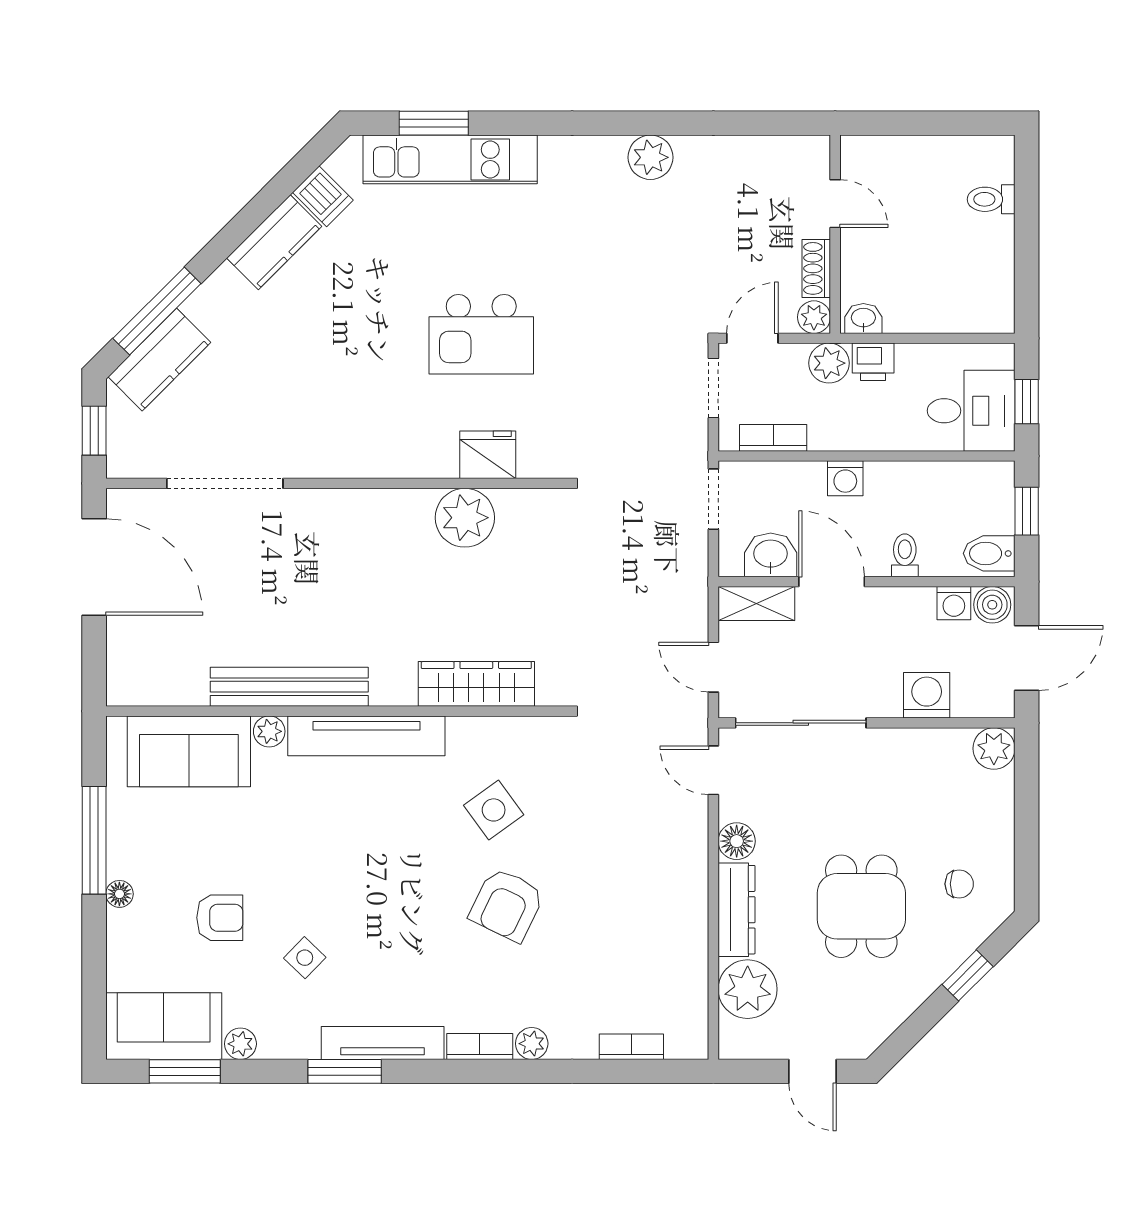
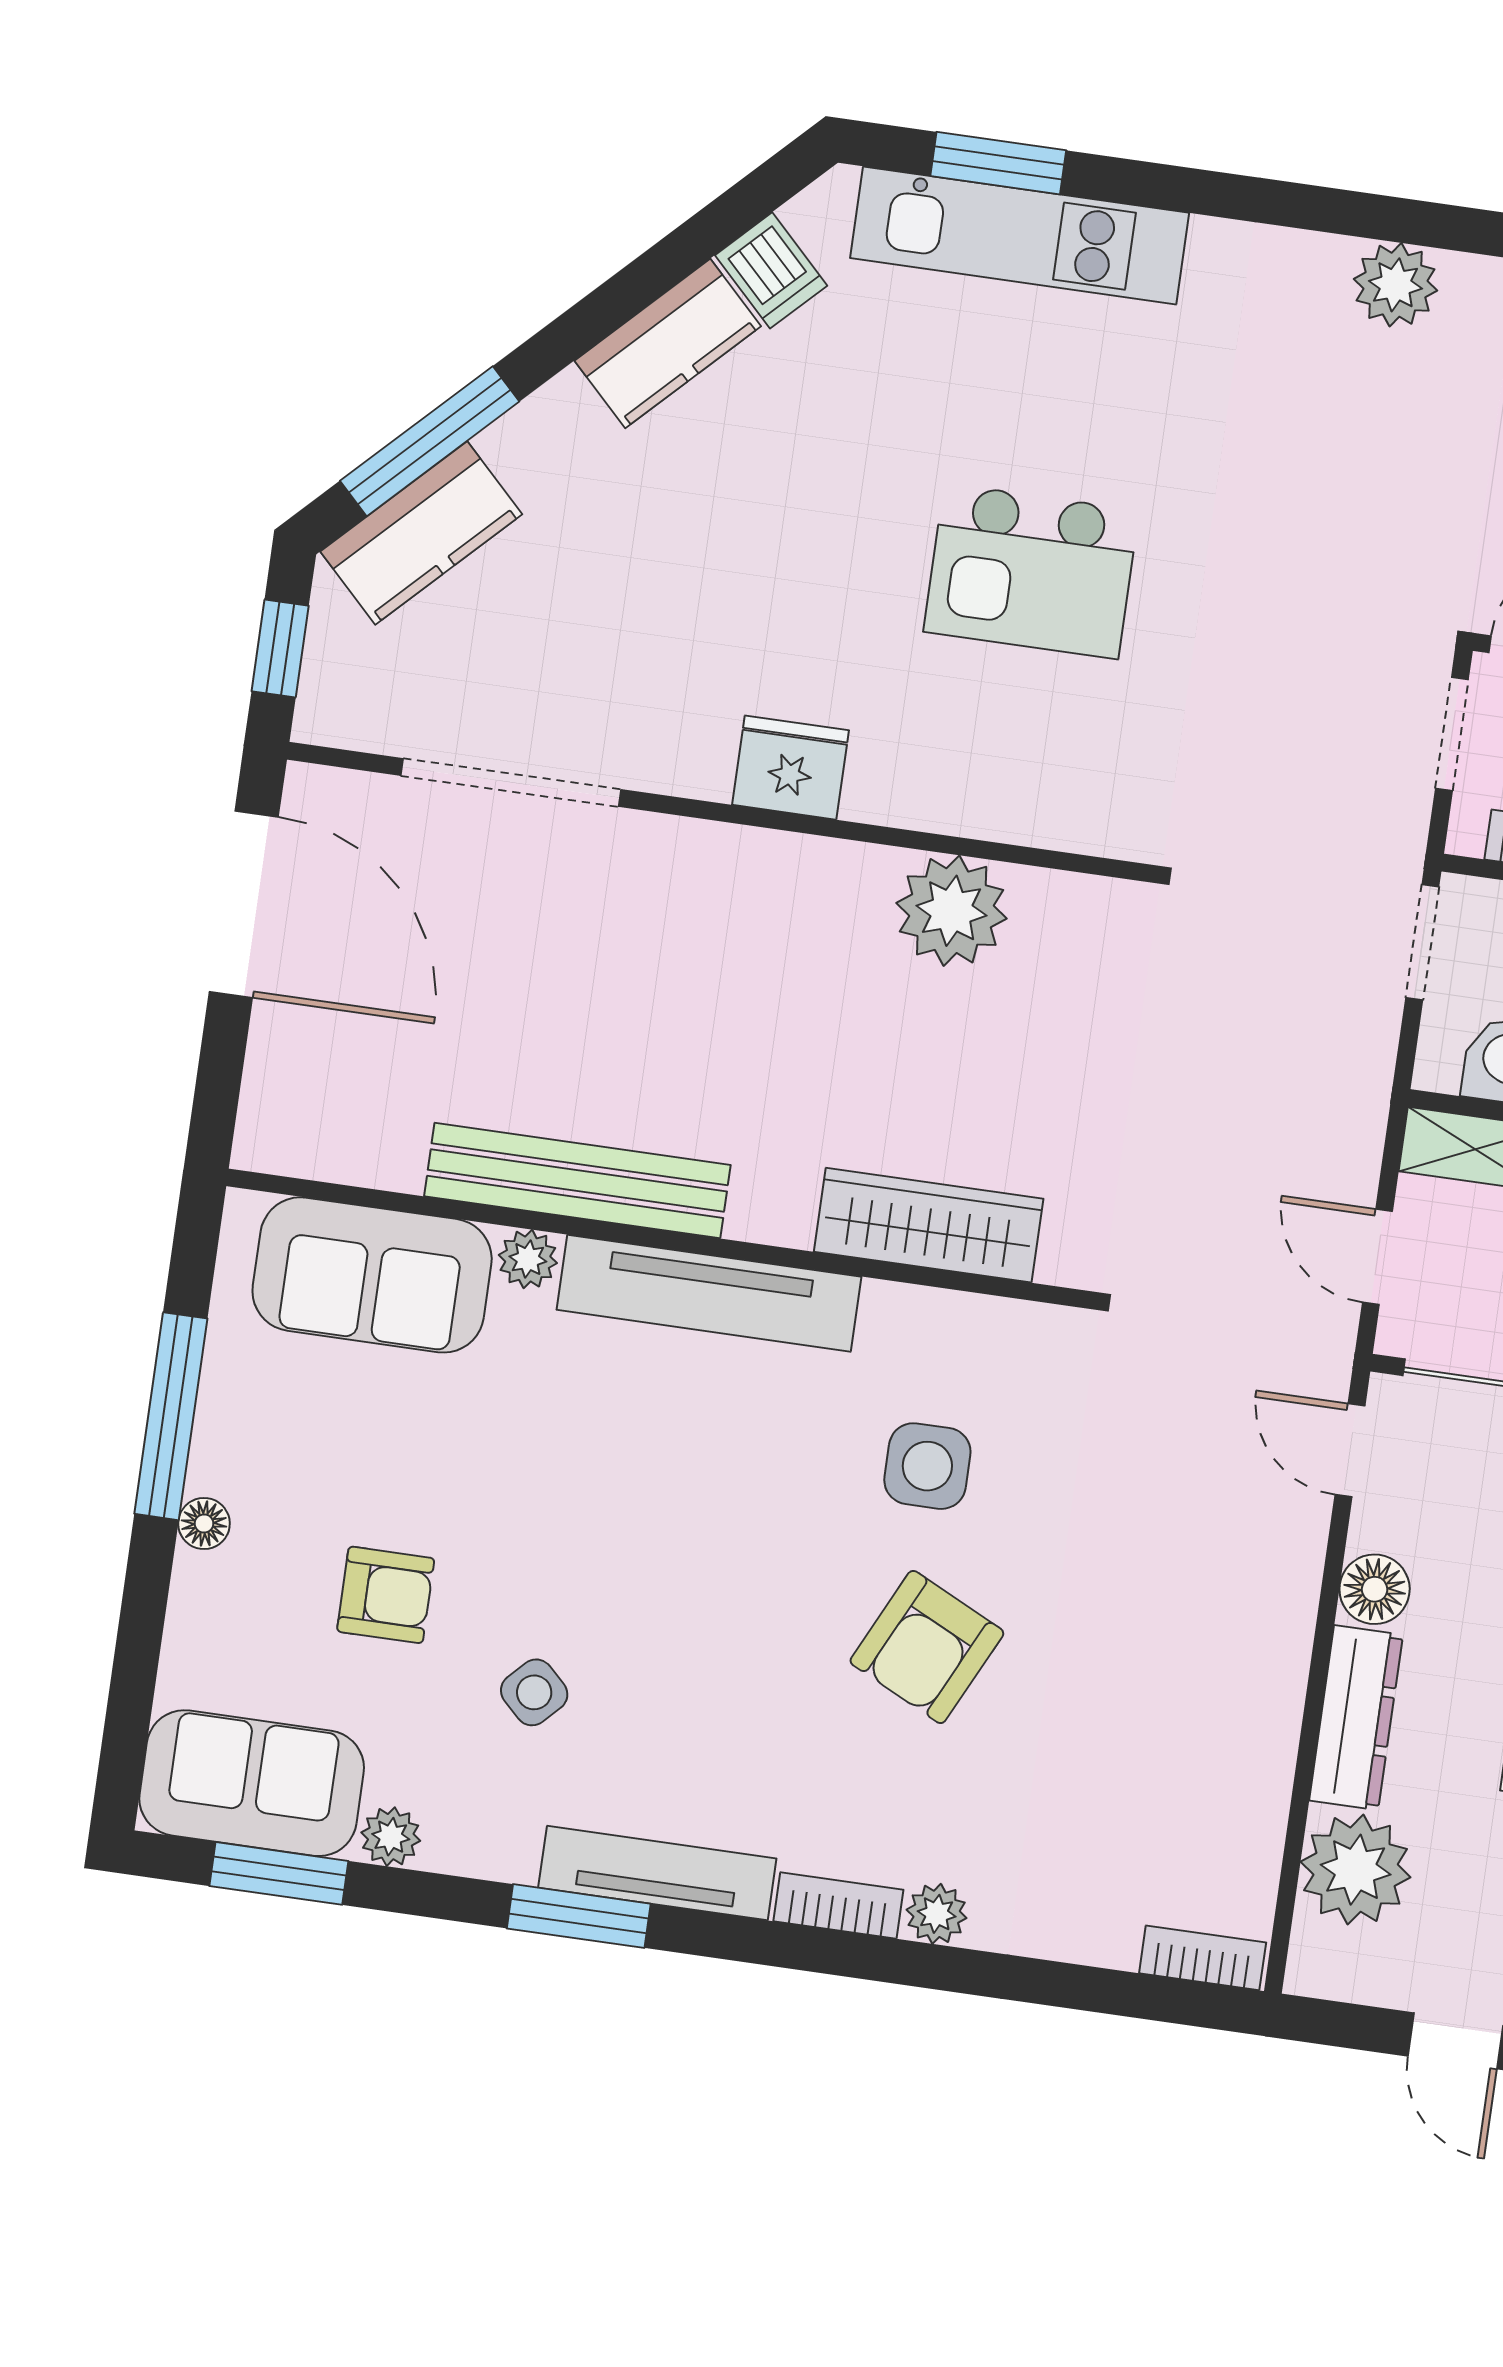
fridge: (488, 455) -> (791, 768), moved
side table: (494, 810) -> (927, 1466), turned 36
bookcase: (631, 1047) -> (1203, 1958), moved

